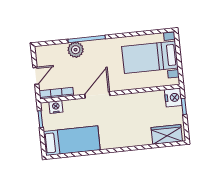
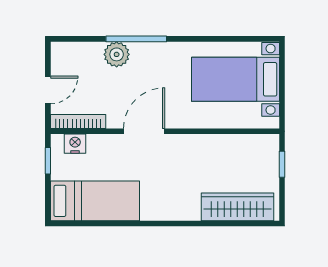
nightstand: (173, 98) -> (266, 148), removed
wardrobe: (167, 134) -> (237, 207), width x1.50

